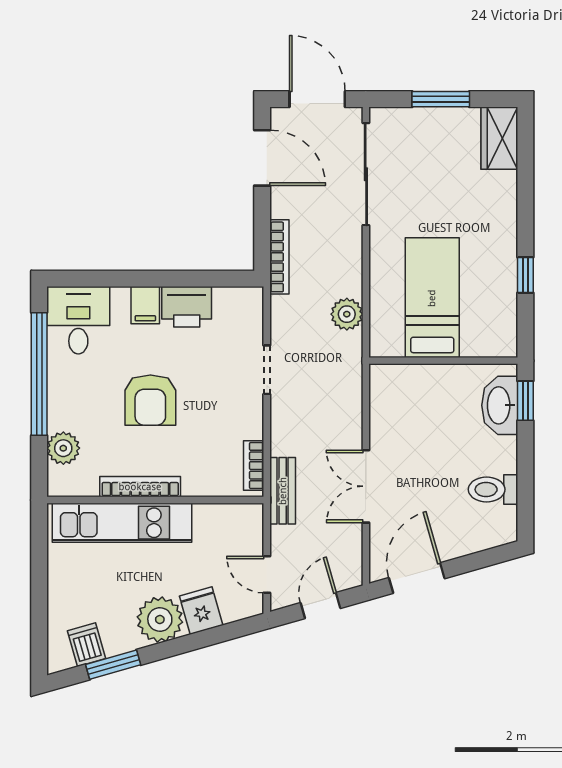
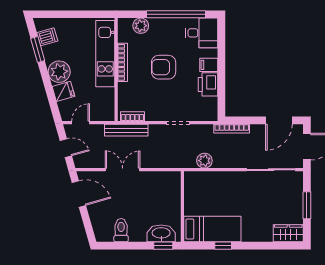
bed: (432, 298) -> (212, 229), moved
bench: (283, 491) -> (126, 130), width x1.36

